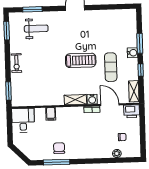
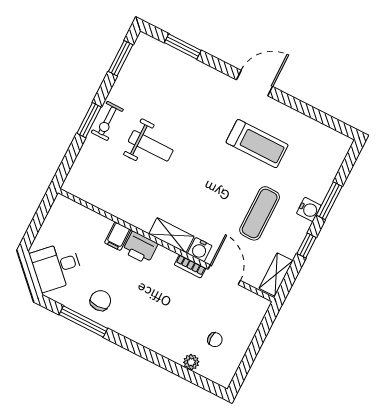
weight bench: (36, 29) -> (151, 146), moved
treadmill: (81, 60) -> (257, 144), moved
window: (9, 91) -> (89, 120), moved
printer: (132, 111) -> (140, 248), moved
desk: (23, 120) -> (56, 267), moved, turned -135

